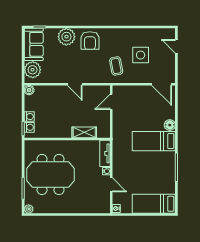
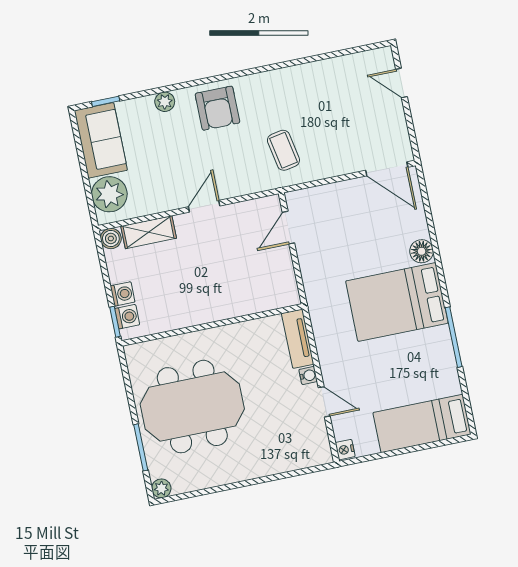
plant: (66, 37) -> (165, 102), width x0.53, depth x0.53
side table: (141, 55) -> (330, 117), removed
door: (75, 84) -> (204, 206), swing flipped
shelving: (84, 132) -> (149, 232), moved
bed: (154, 141) -> (397, 302), width x1.50

